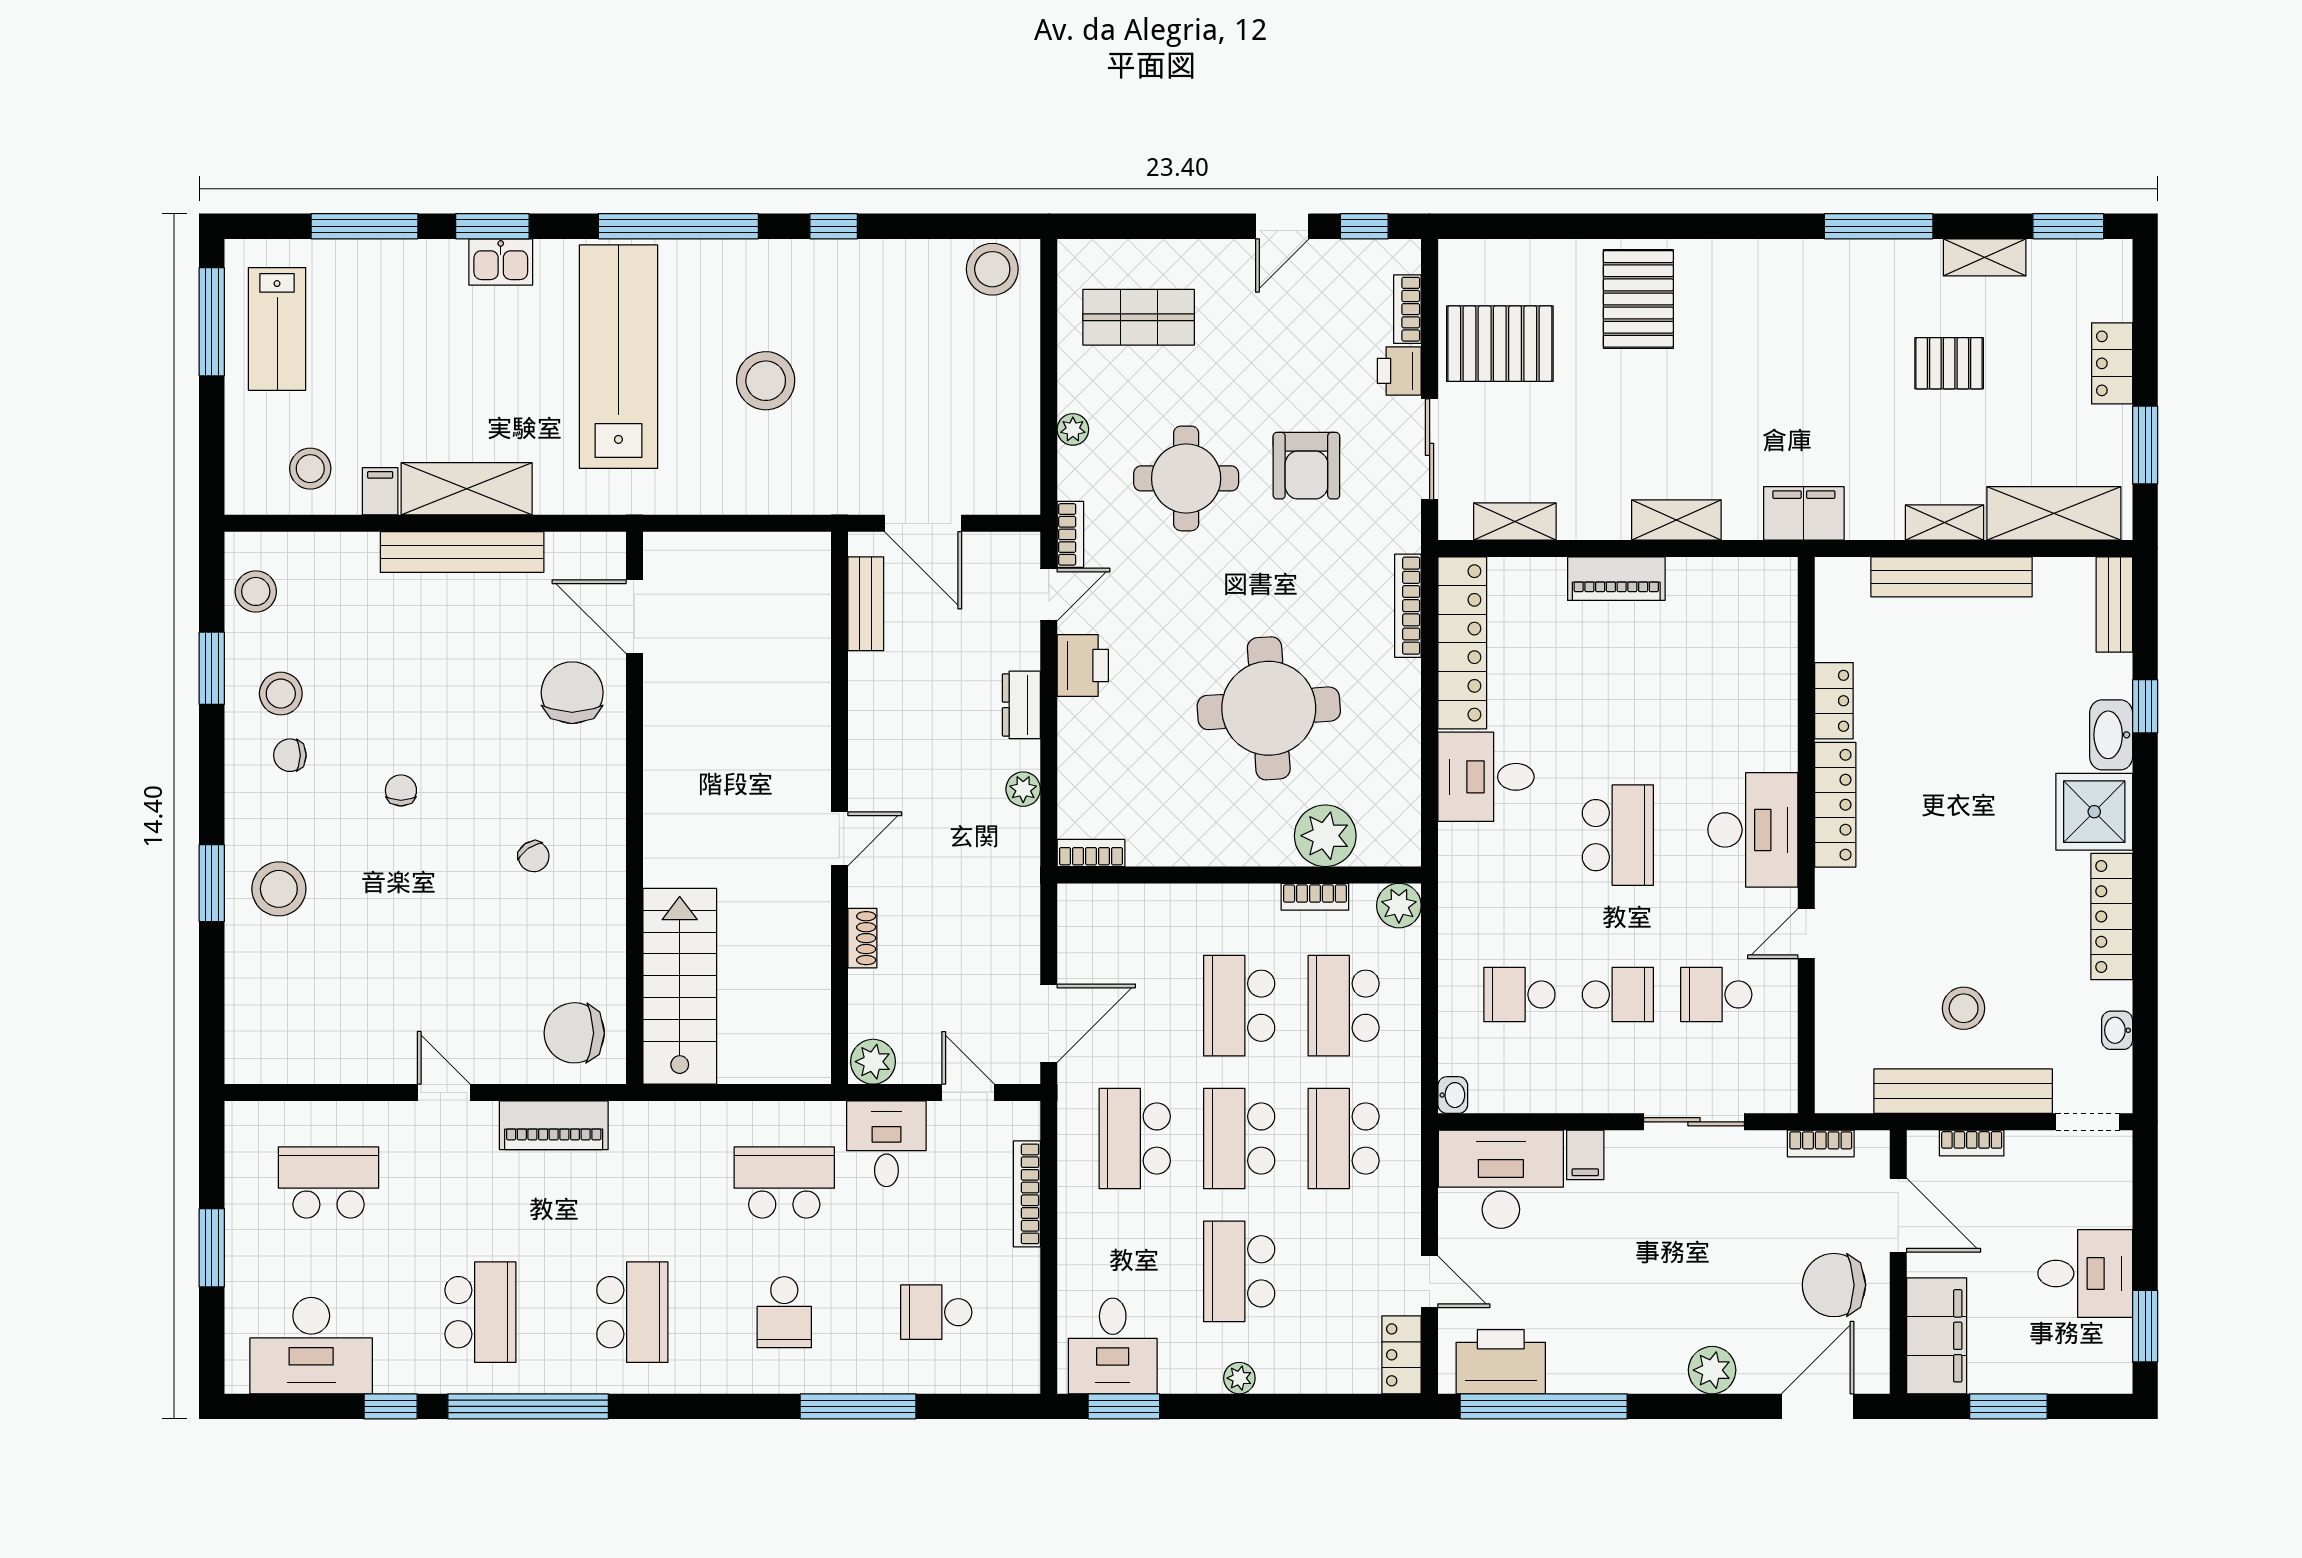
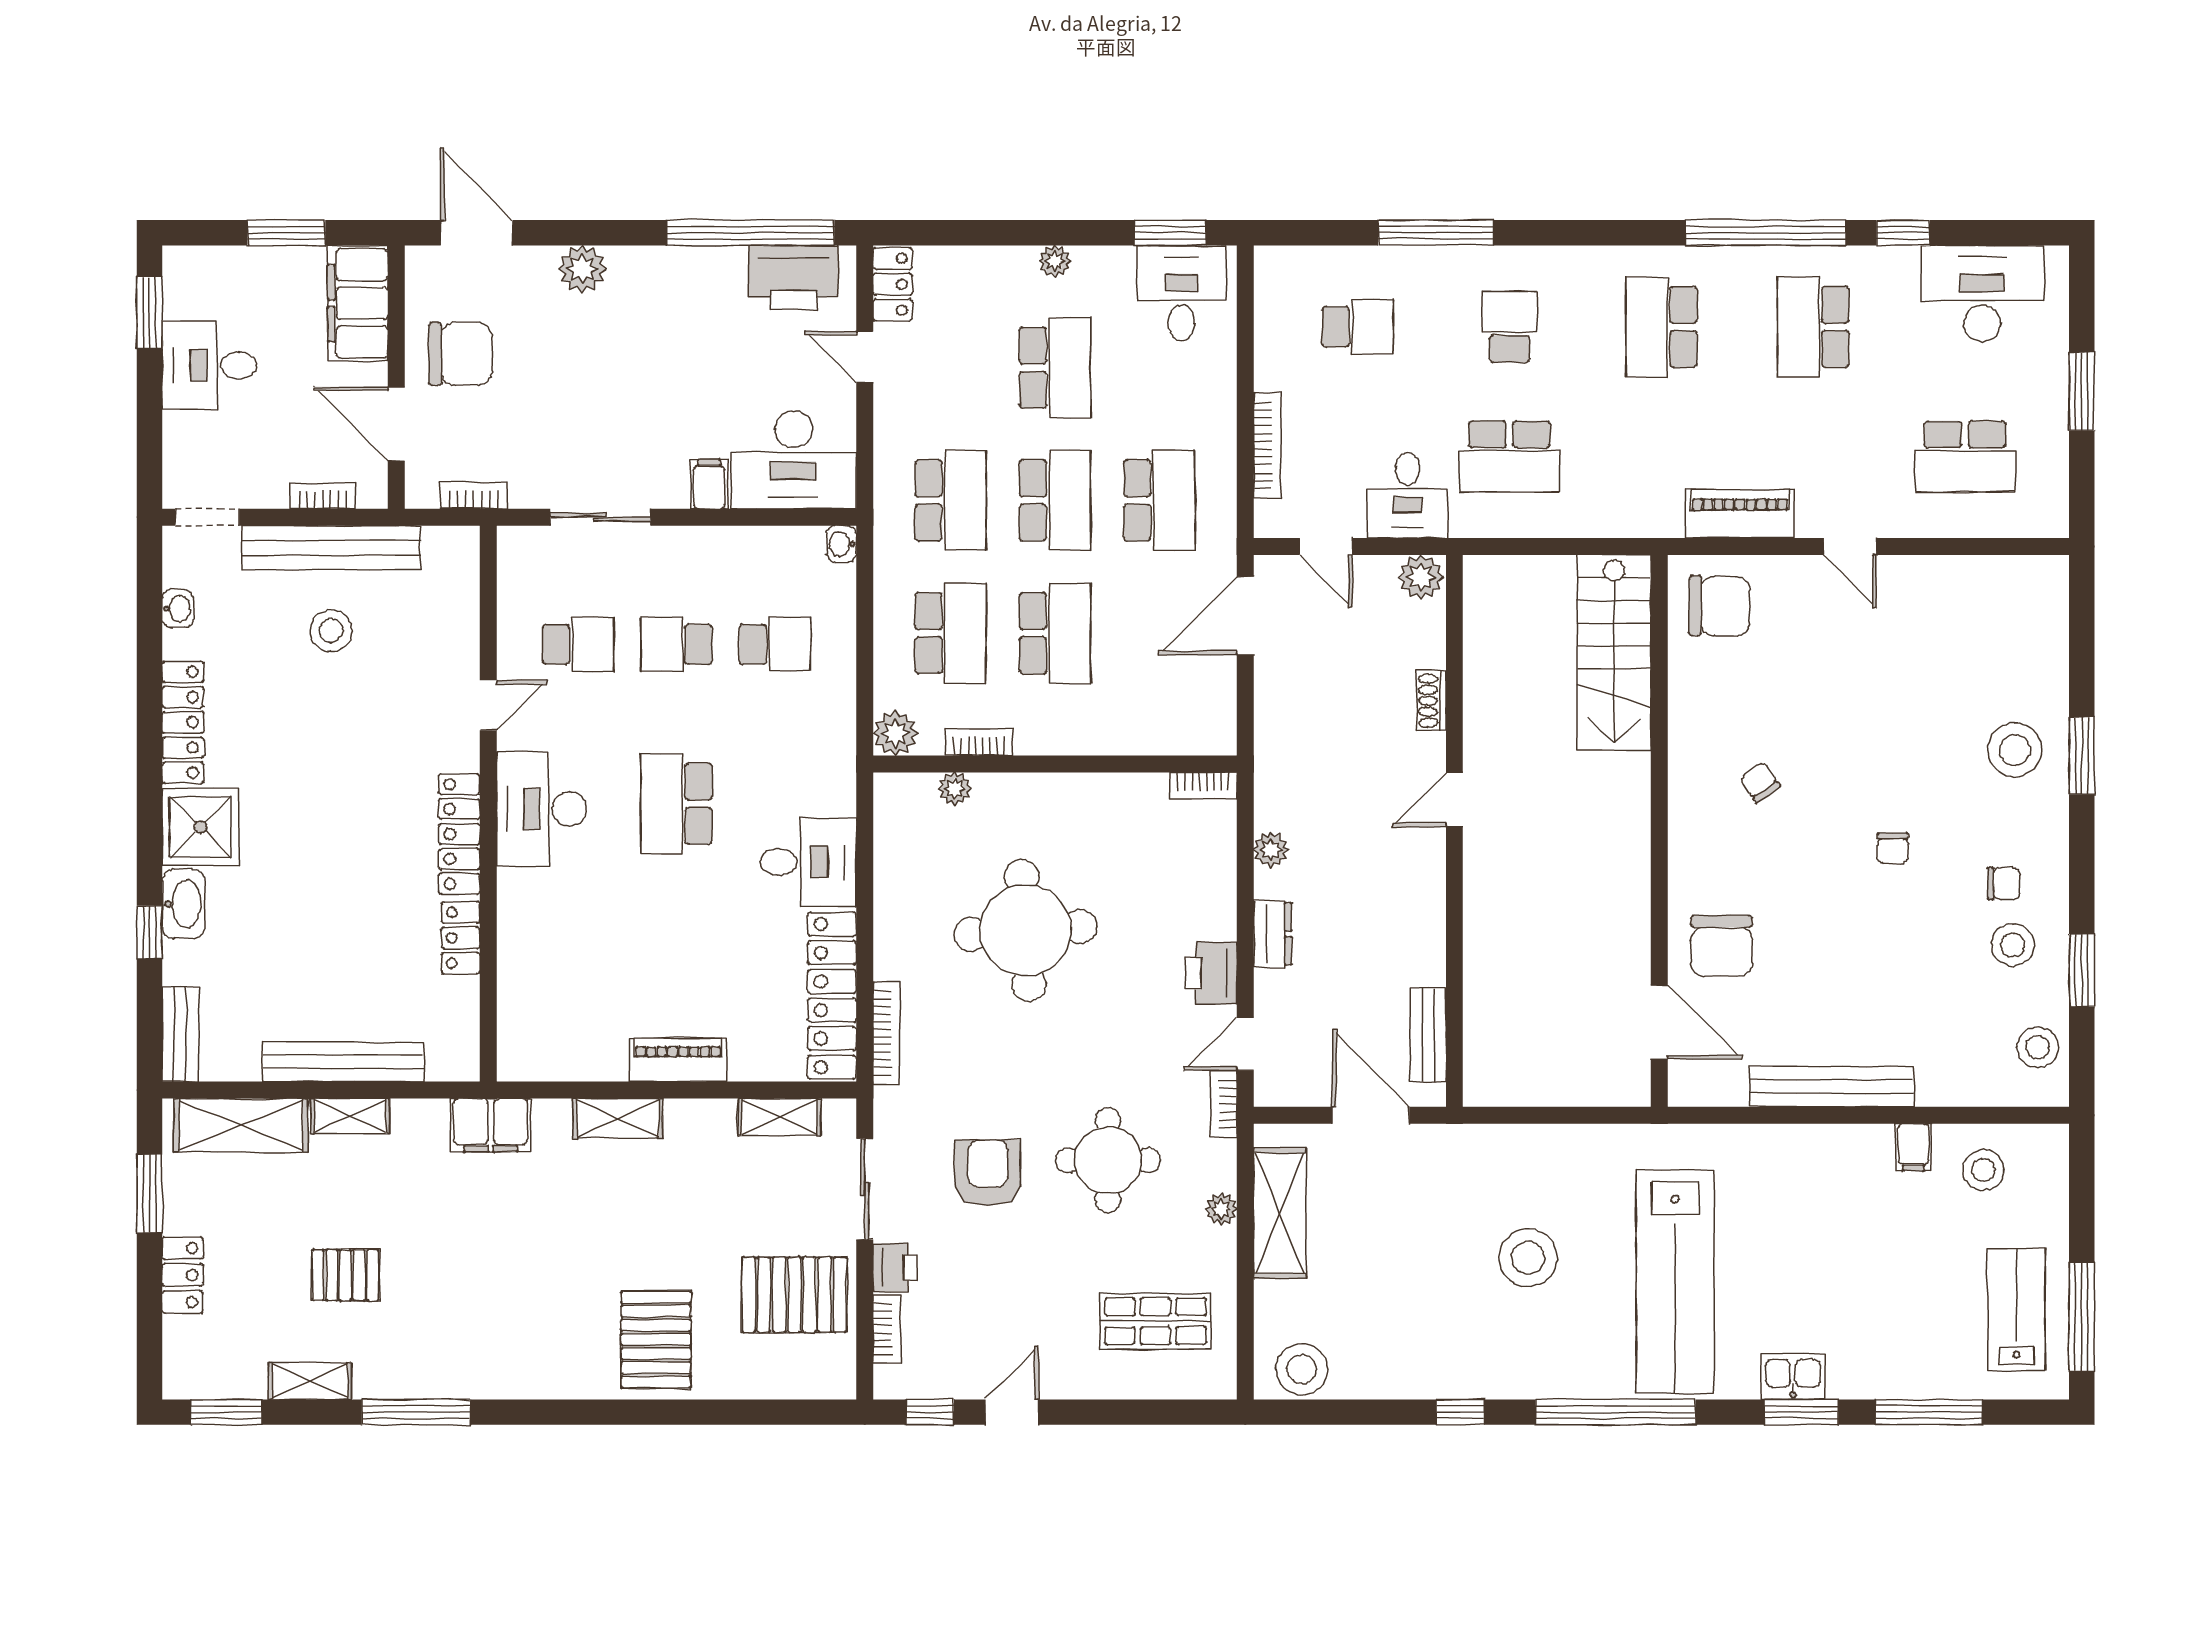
shelving: (467, 489) -> (1280, 1213), moved, turned 90
plant: (1325, 836) -> (955, 789), width x0.53, depth x0.53
door: (1818, 1406) -> (477, 233), swing flipped

